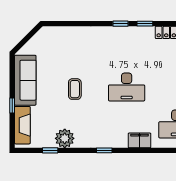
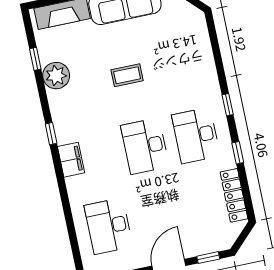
window: (121, 24) -> (228, 105), moved
desk: (127, 50) -> (196, 135), added
filing cabinet: (139, 140) -> (71, 160), moved

